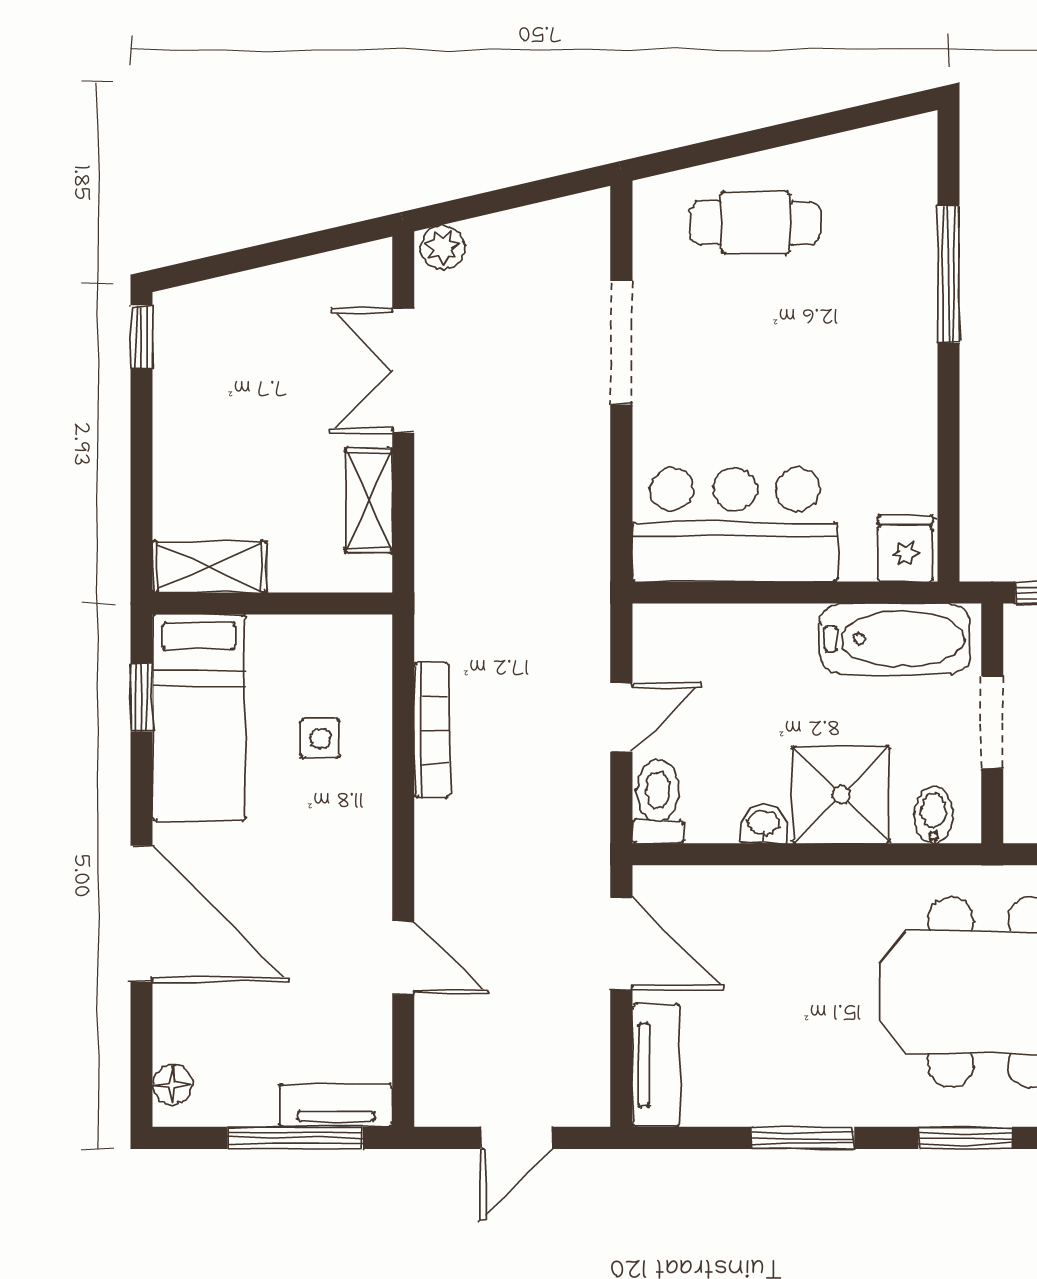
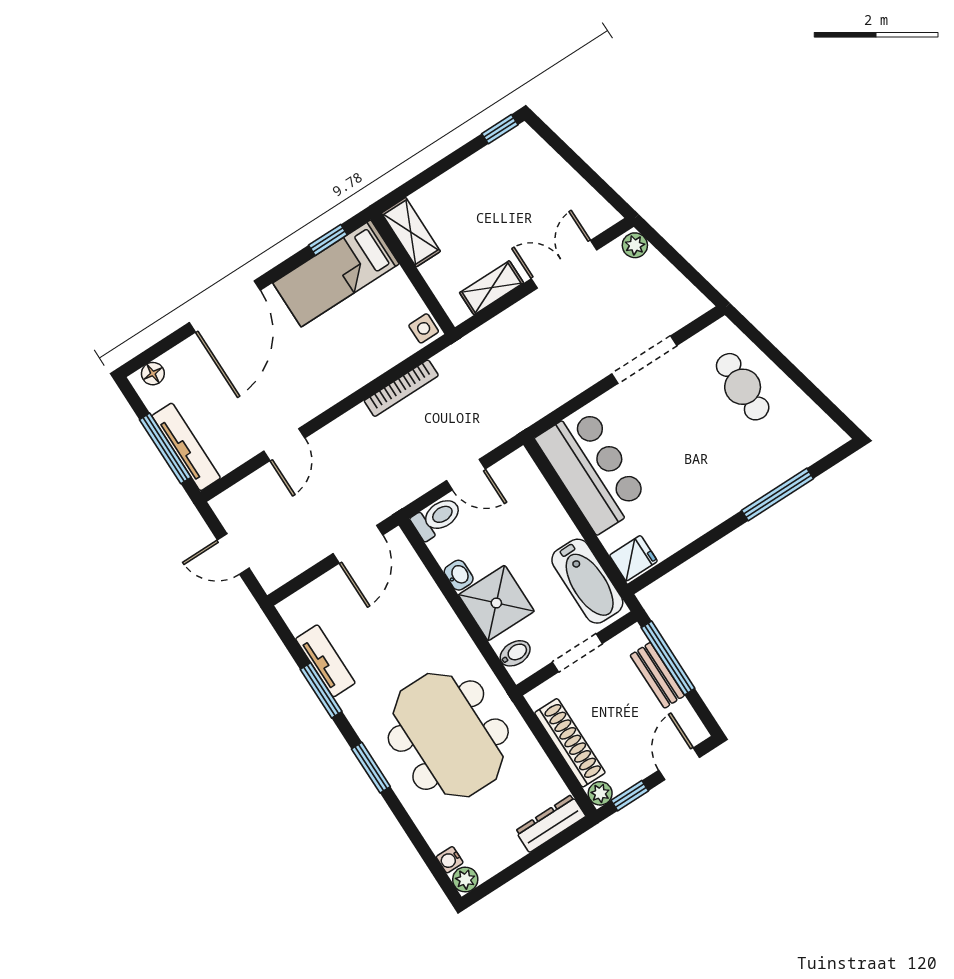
side table: (320, 738) -> (424, 328), moved
tv unit: (656, 1065) -> (325, 661), moved, turned -90
tv unit: (336, 1105) -> (186, 447), width x1.41

